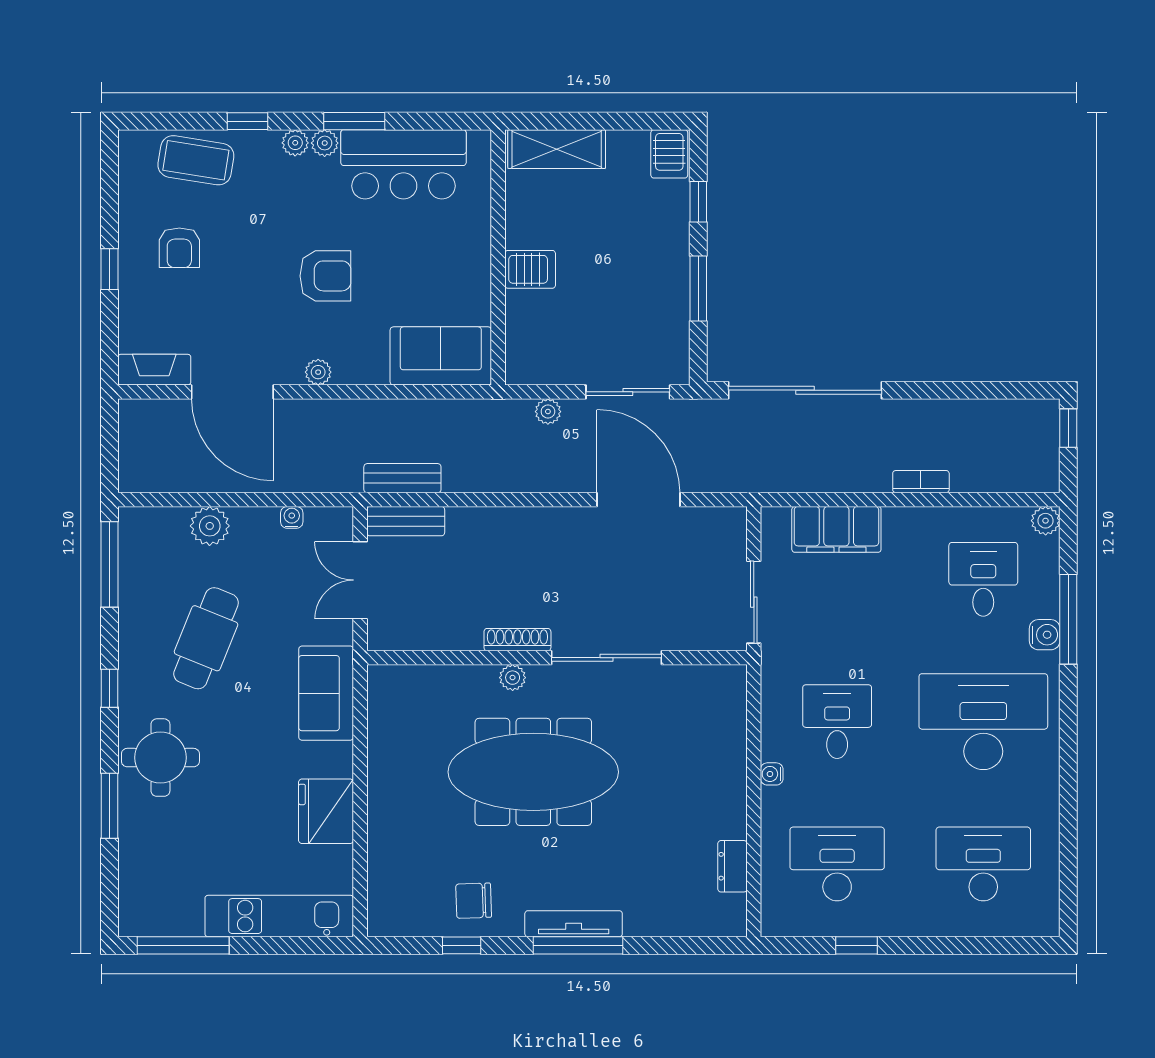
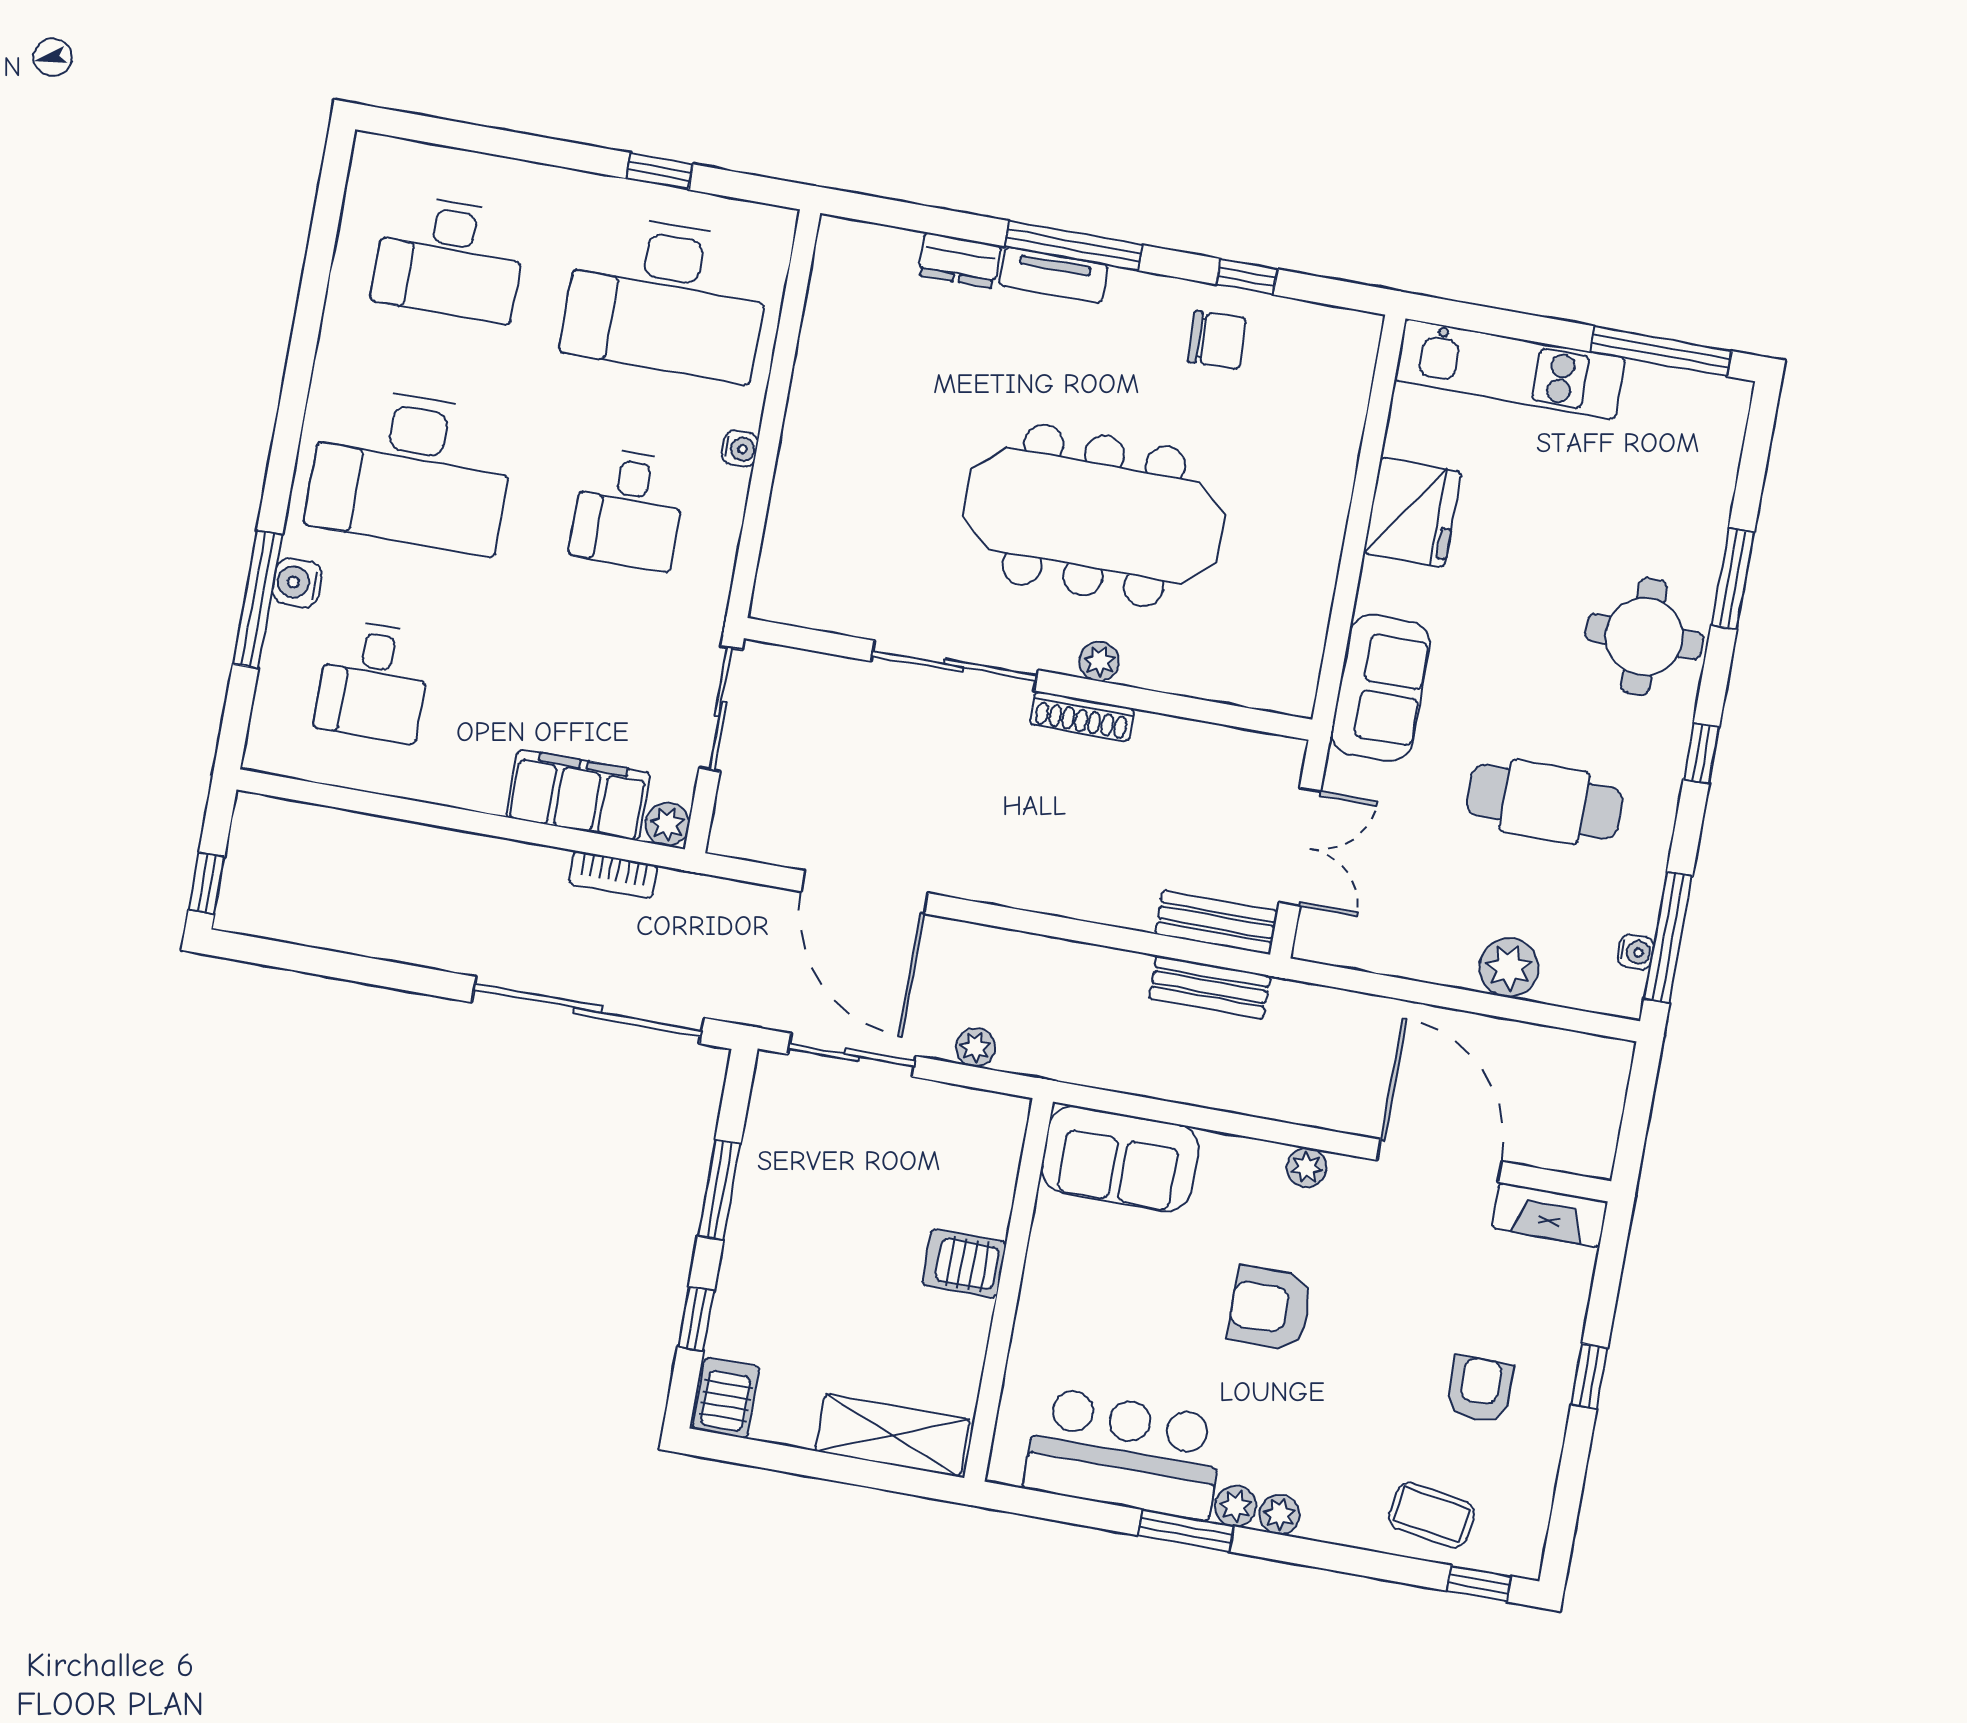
window: (248, 121) -> (1479, 1584), moved
coffee table: (196, 160) -> (1432, 1515), width x0.73, depth x0.77
bookcase: (921, 482) -> (613, 875), moved
water cooler: (292, 517) -> (1636, 952), moved, turned -90
plant: (1046, 521) -> (667, 824), moved
cafe table: (206, 638) -> (1544, 802), turned 68
desk: (837, 864) -> (667, 297), width x1.36, depth x1.30
dresser: (732, 866) -> (959, 260), moved, turned 90
tv unit: (574, 924) -> (1054, 275), width x0.71

